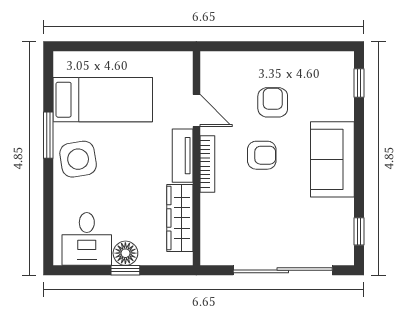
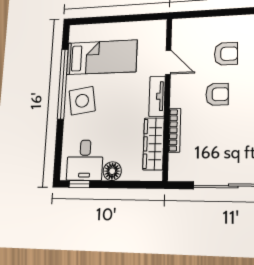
armchair: (273, 102) -> (226, 54), turned 90
window: (48, 135) -> (63, 84), width x2.11
bookcase: (207, 164) -> (175, 130), moved
window: (125, 270) -> (79, 184), moved

